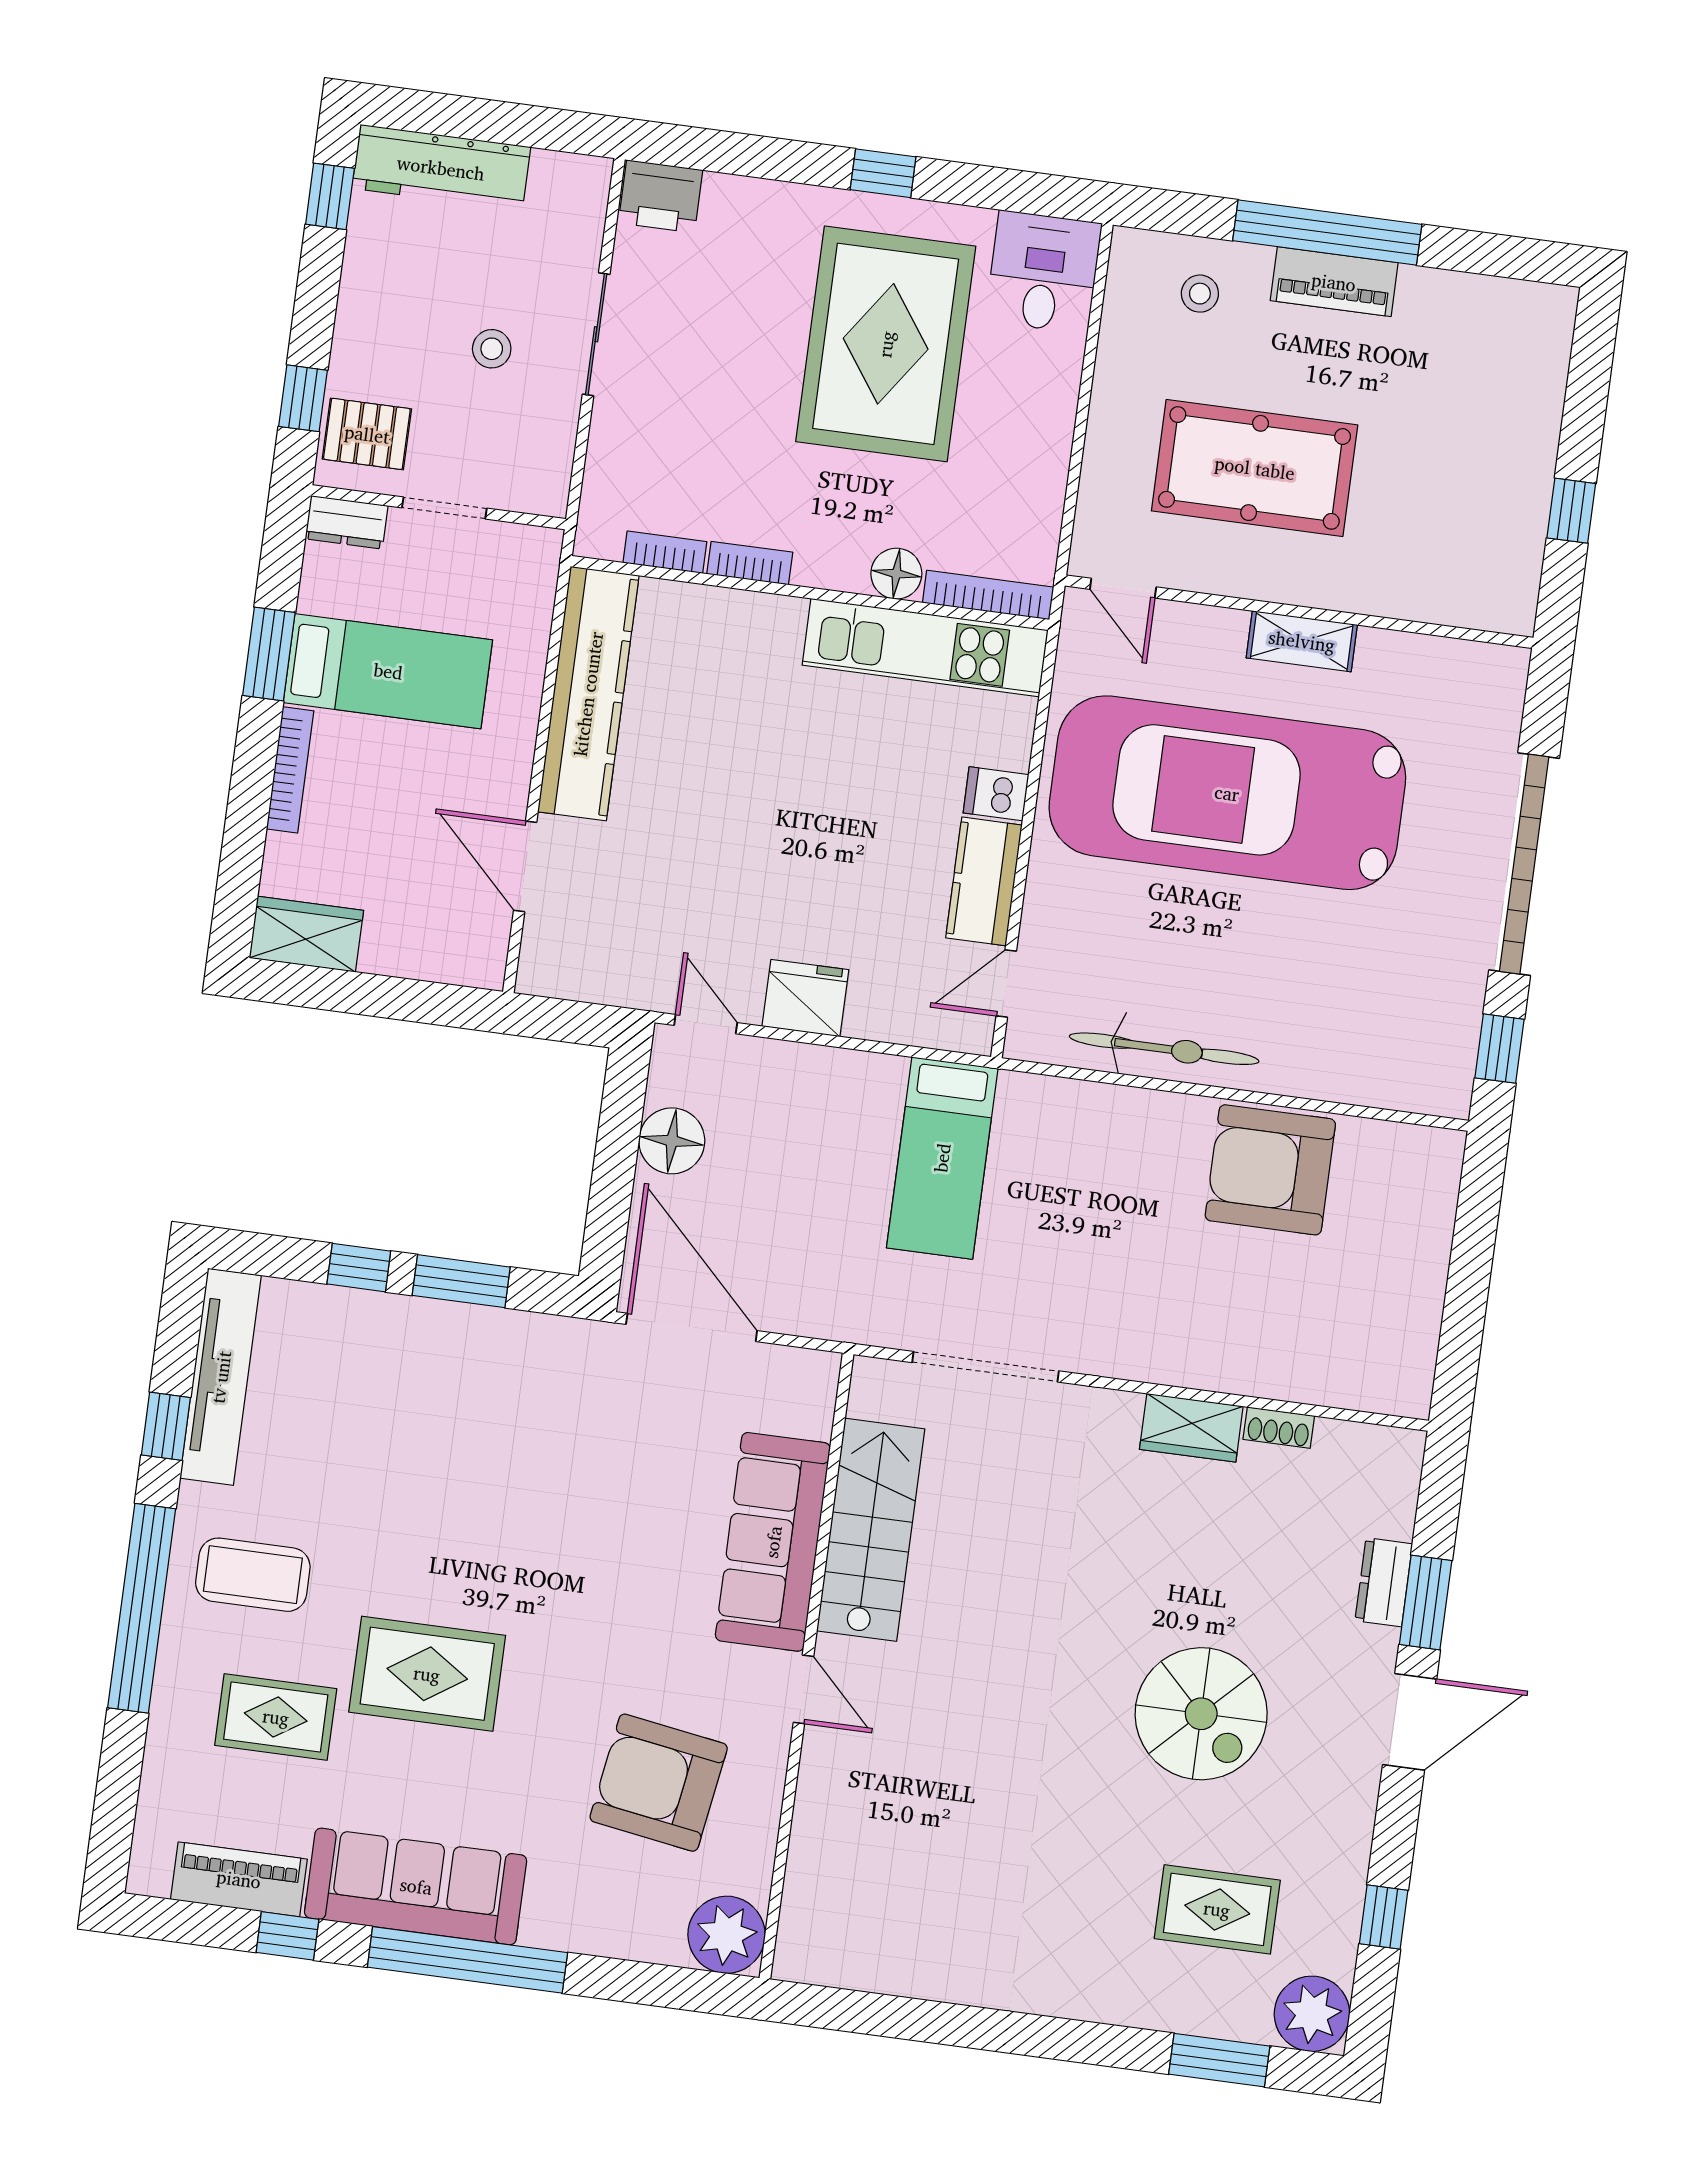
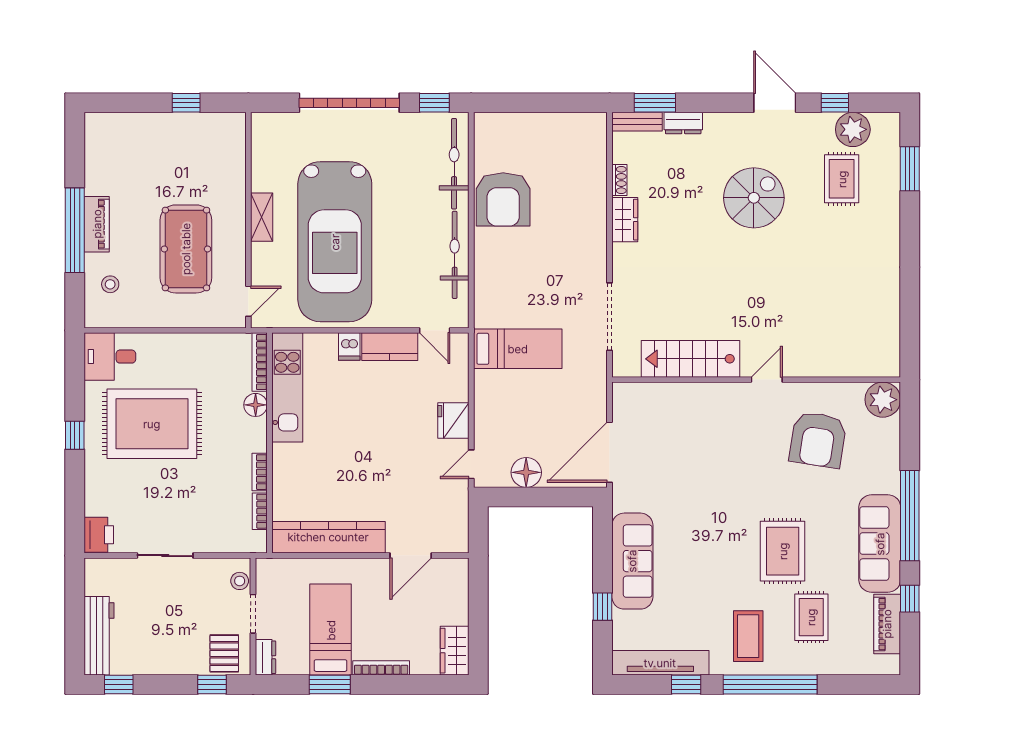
stool: (492, 349) -> (240, 581), moved
bicycle: (1362, 1074) -> (454, 164), added
window: (461, 1281) -> (603, 559), removed
bench: (1400, 1483) -> (637, 122), added
sofa: (773, 1542) -> (632, 561), moved, turned -90
window: (1426, 1603) -> (655, 103), moved
door: (1410, 1722) -> (775, 103), moved
plant: (1312, 2014) -> (853, 129), moved

